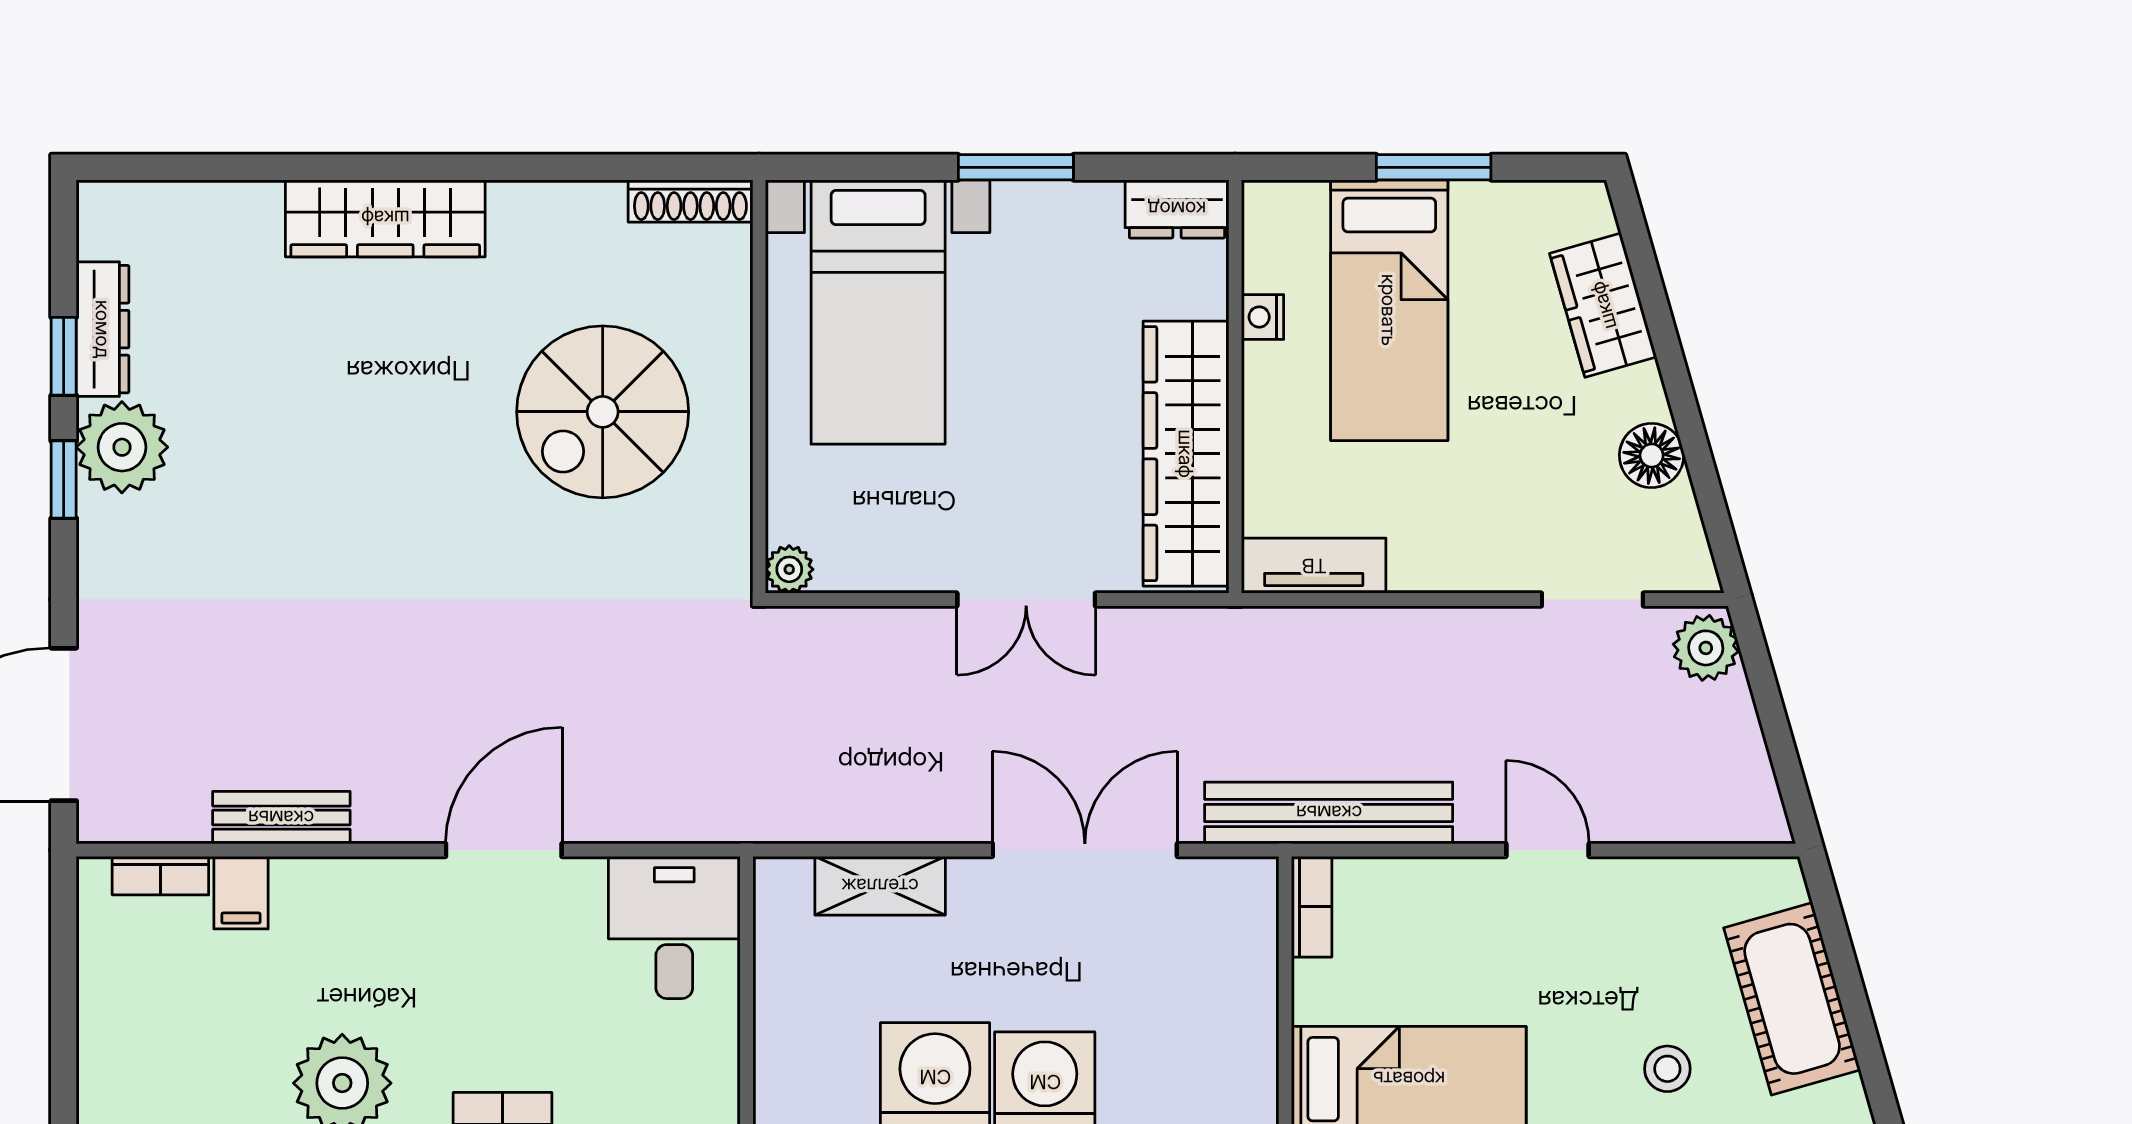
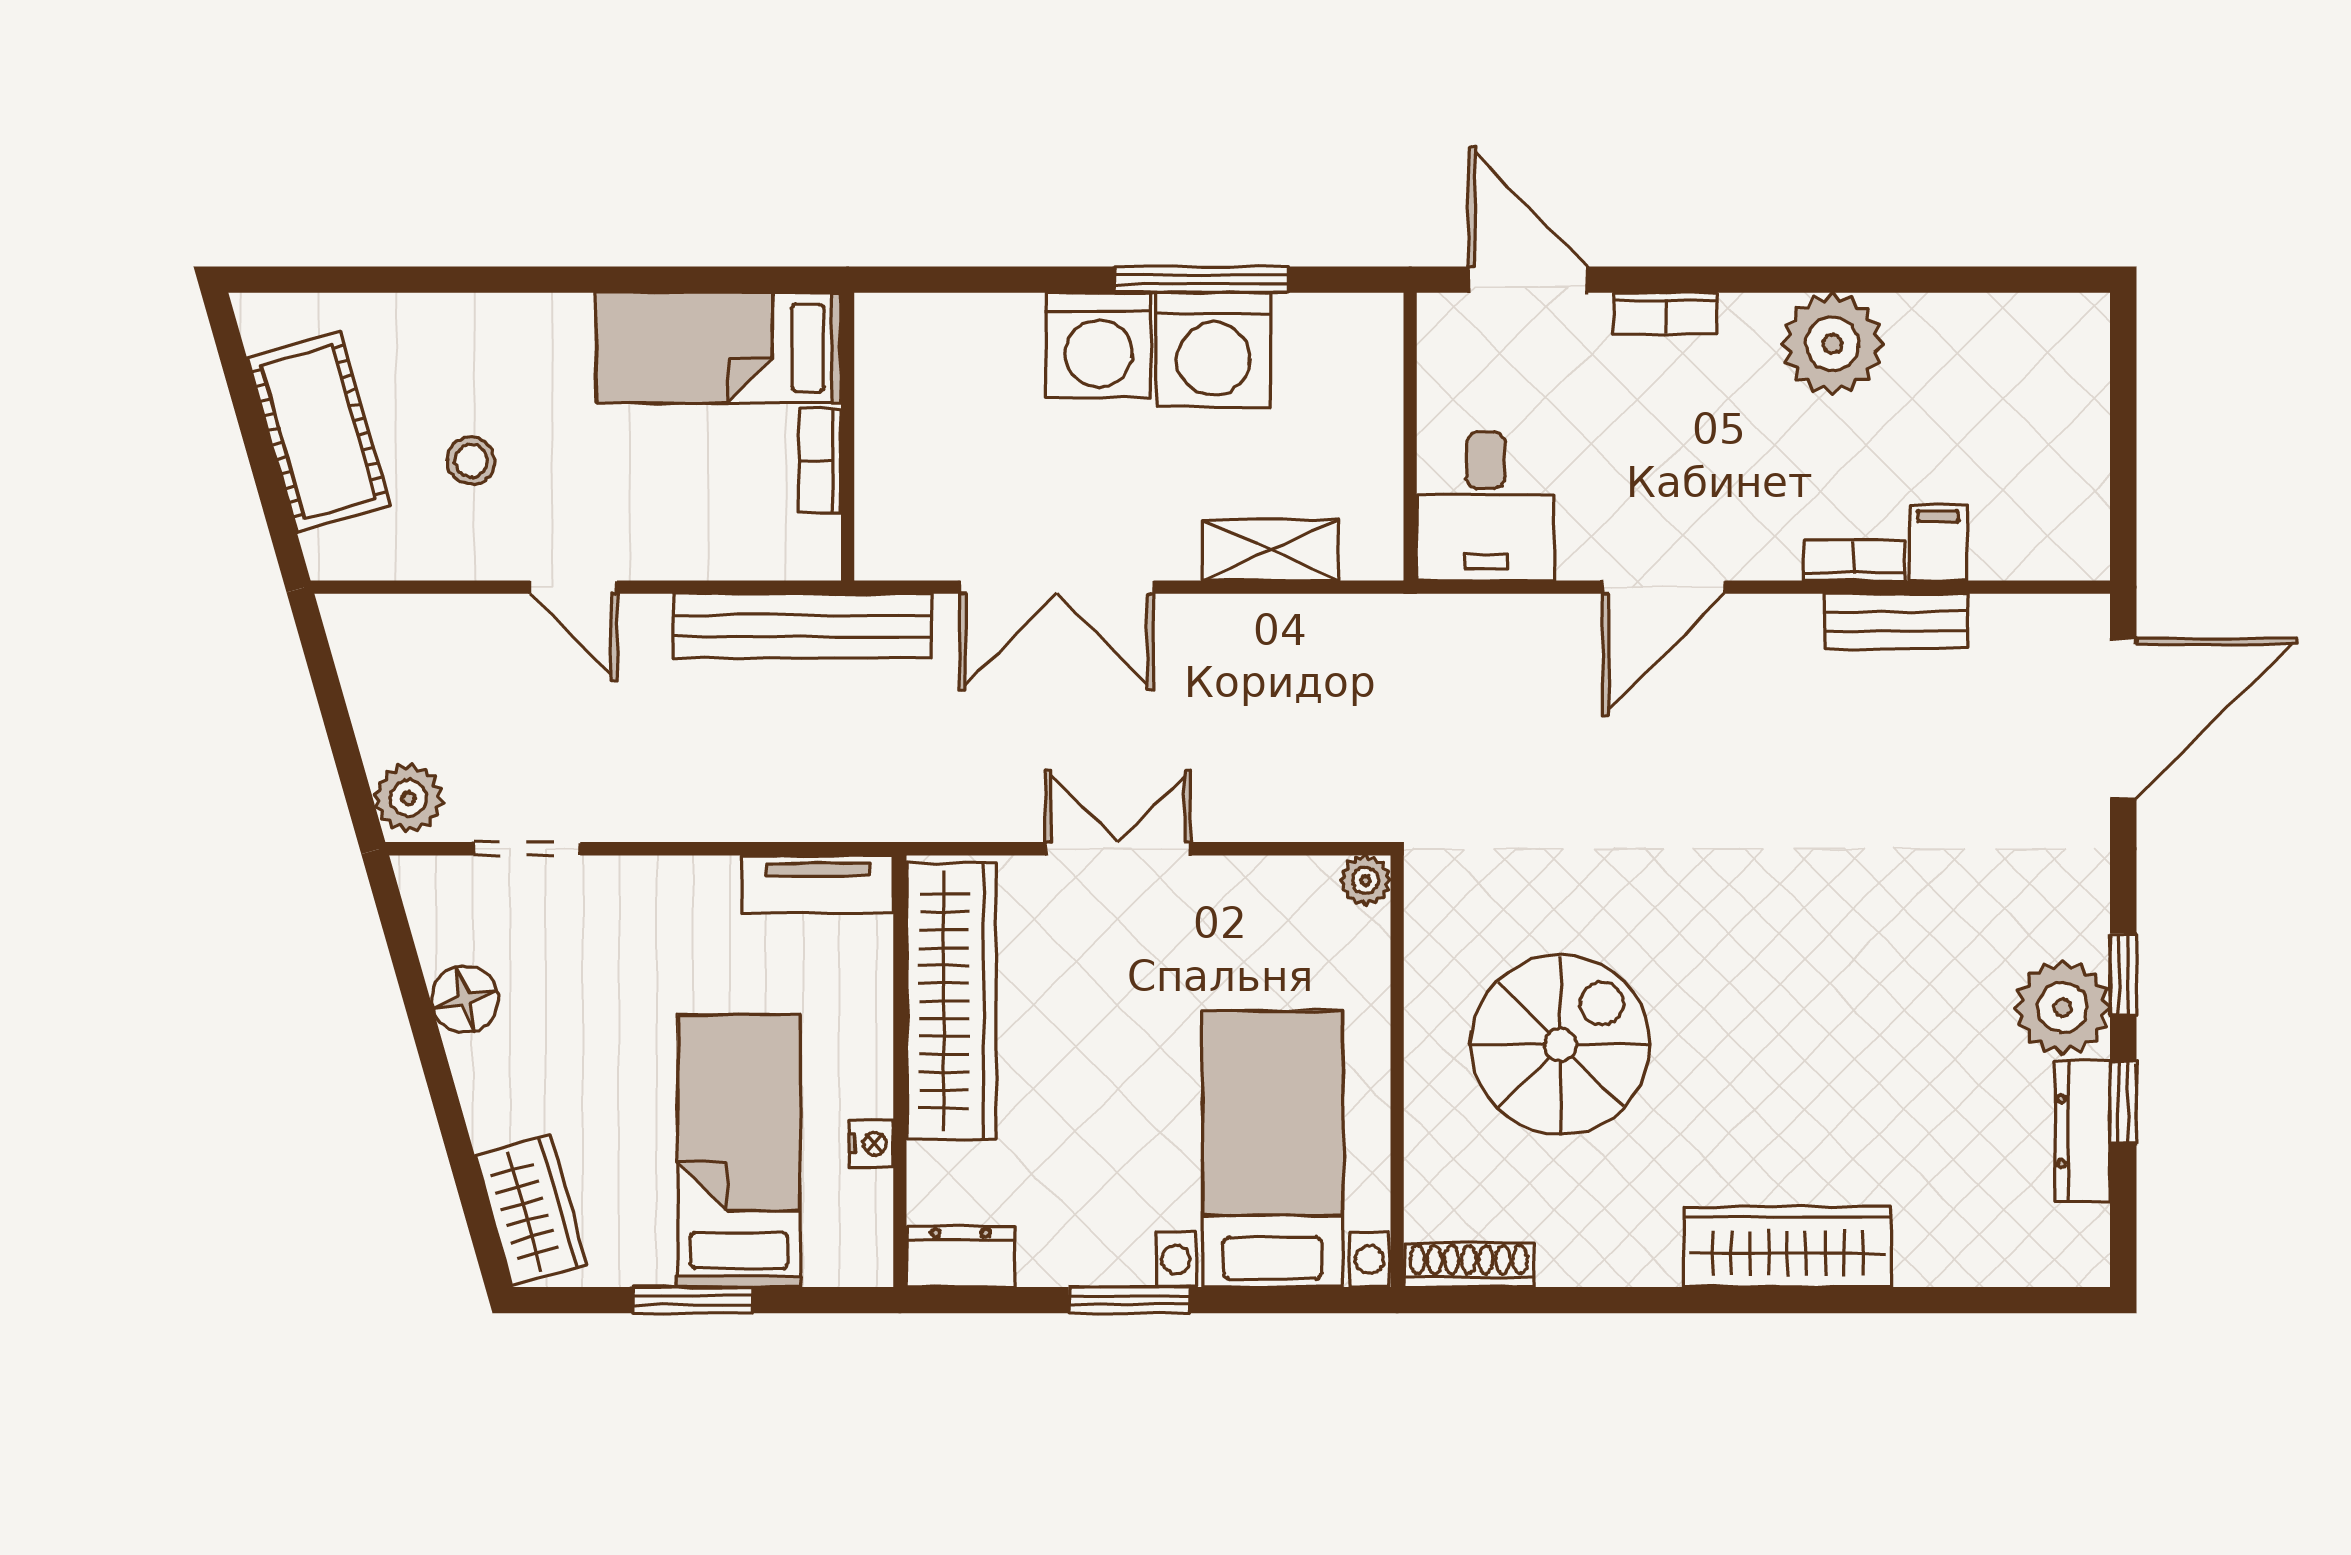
wardrobe: (1603, 305) -> (531, 1210), moved
bookcase: (160, 876) -> (1854, 560), moved
bookcase: (1312, 907) -> (820, 461), moved
stool: (1667, 1069) -> (471, 461), moved

